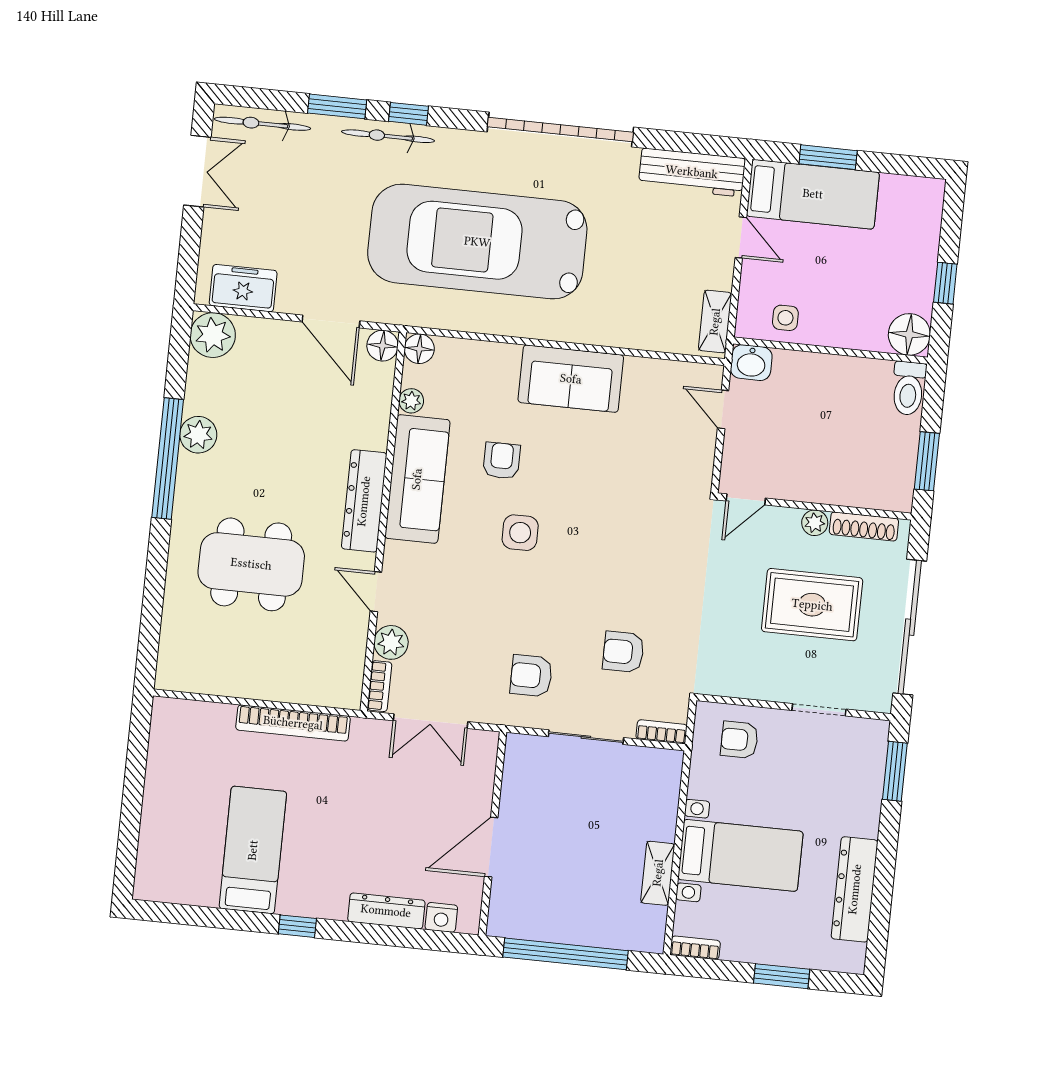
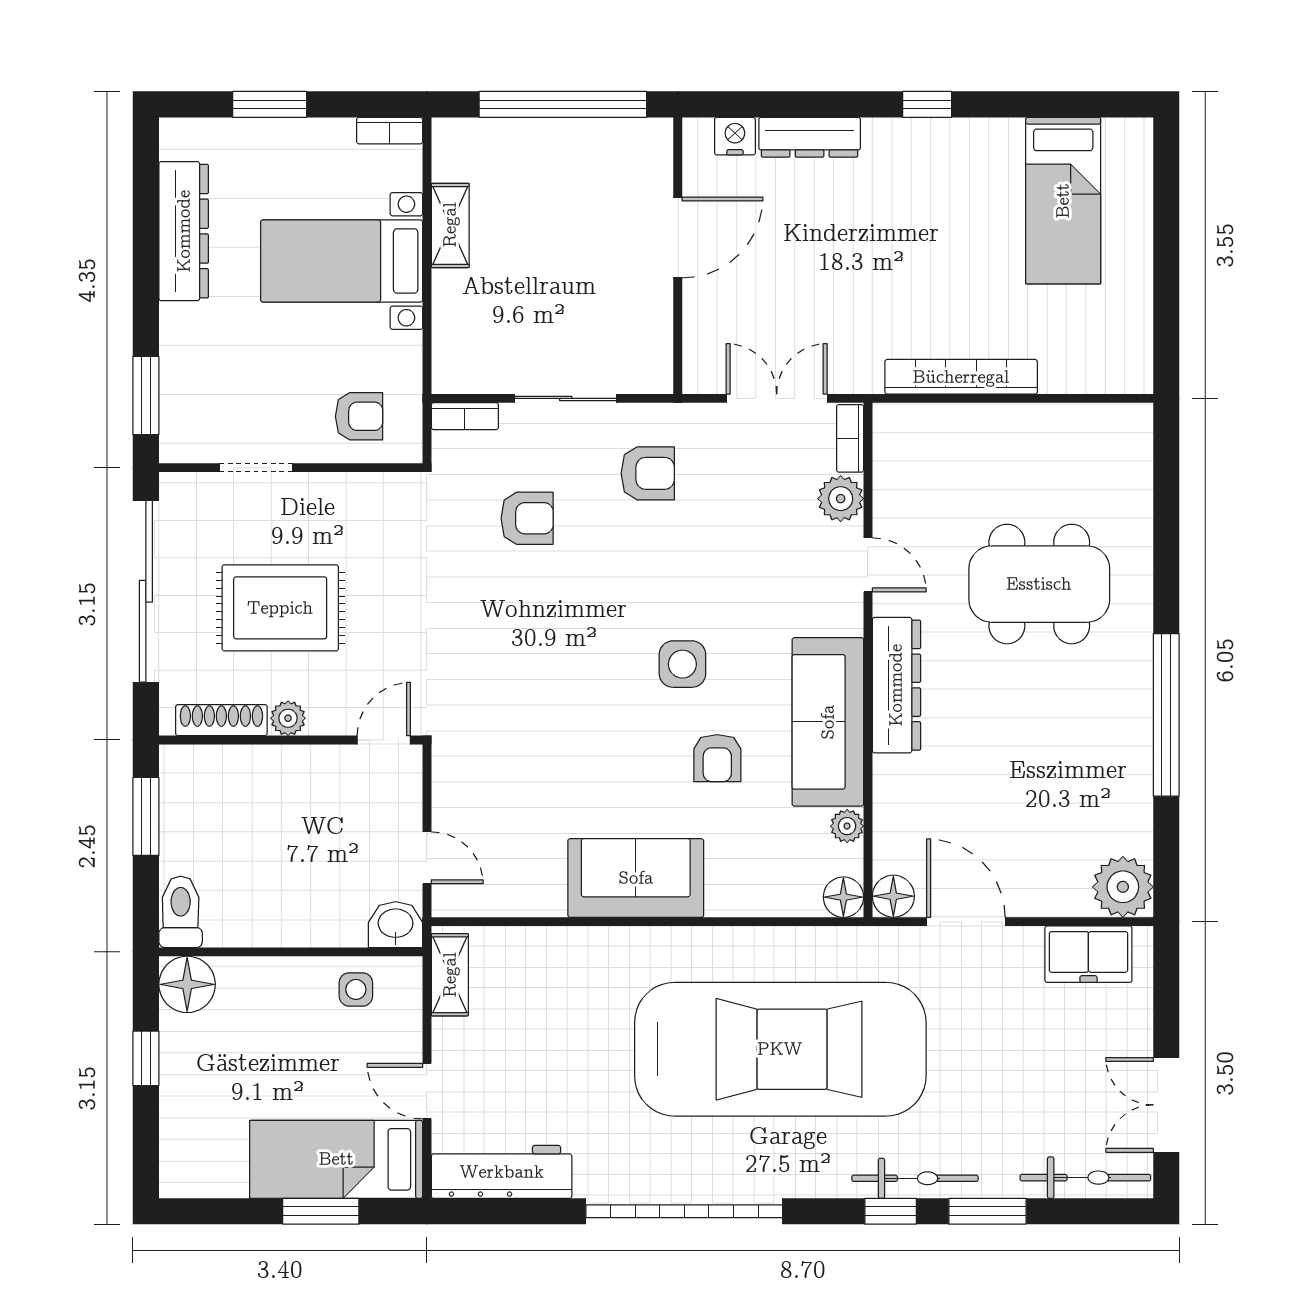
plant: (198, 435) -> (1128, 751), removed
bed: (253, 850) -> (1063, 201), moved

